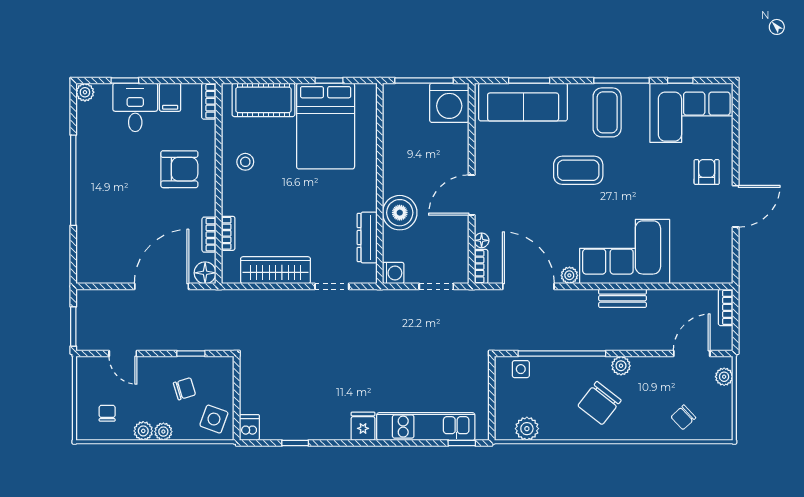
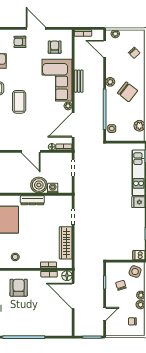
dresser: (367, 238) -> (32, 200), moved
armchair: (695, 247) -> (55, 47), added
washing machine: (393, 273) -> (53, 188), moved

